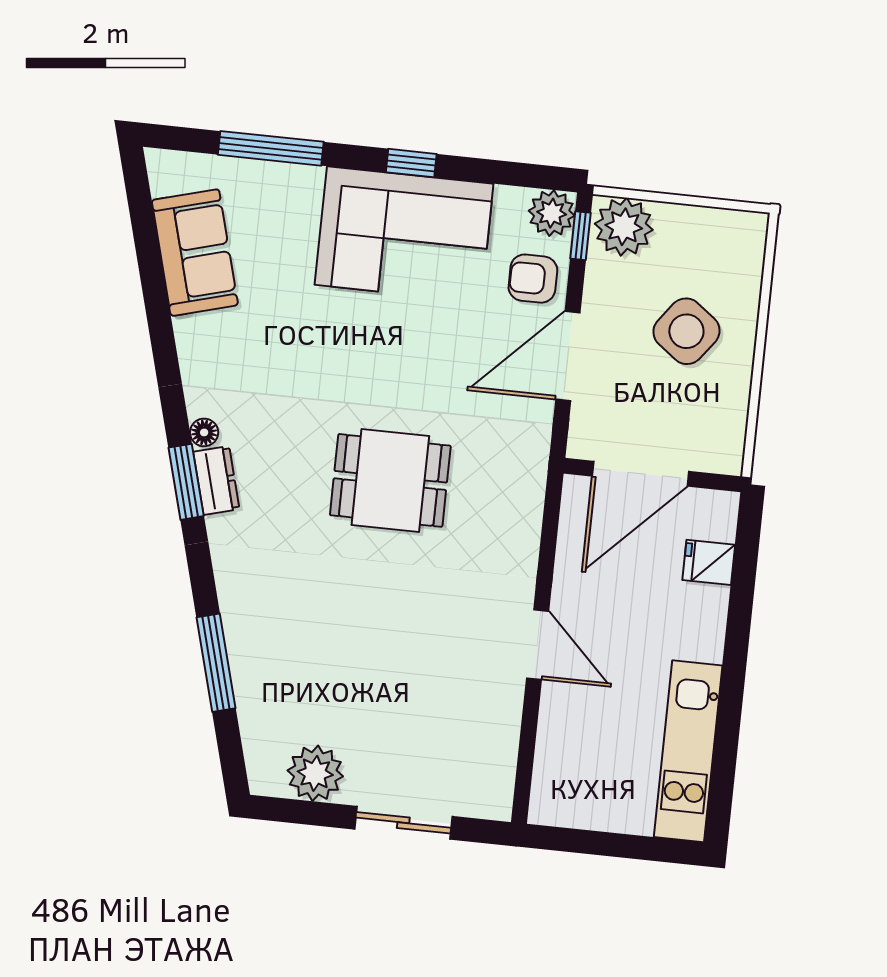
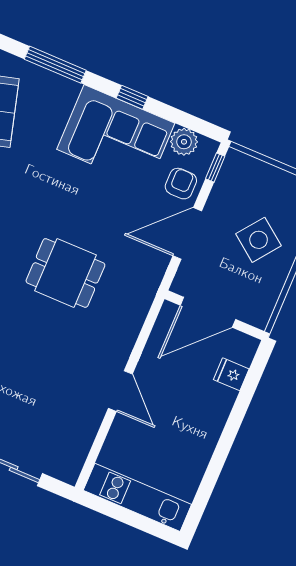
plant: (552, 213) -> (184, 142), moved
plant: (624, 227) -> (241, 170), removed
armchair: (533, 279) -> (181, 184), turned 90
kitchen unit: (688, 751) -> (137, 497), moved, turned 90

